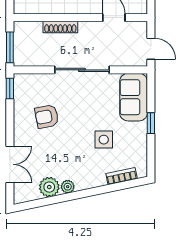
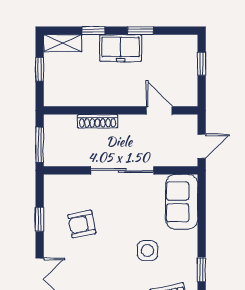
door: (151, 49) -> (202, 146), hinge flipped
window: (10, 88) -> (40, 219), moved
window: (151, 123) -> (202, 270), moved

